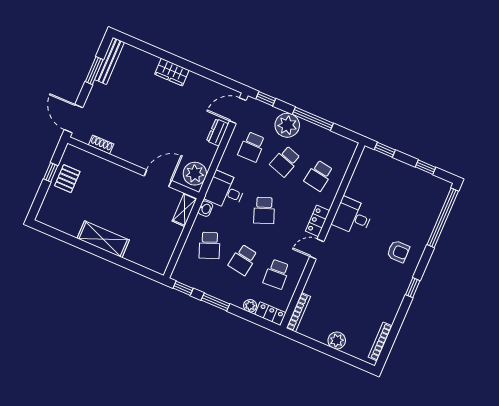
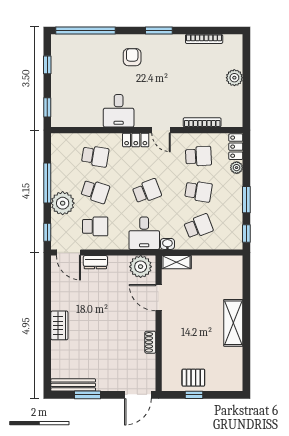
shoe rack: (101, 145) -> (150, 342), moved
window: (413, 288) -> (159, 30), width x1.50
bookcase: (298, 312) -> (202, 122), moved
bookcase: (380, 341) -> (204, 39), moved

